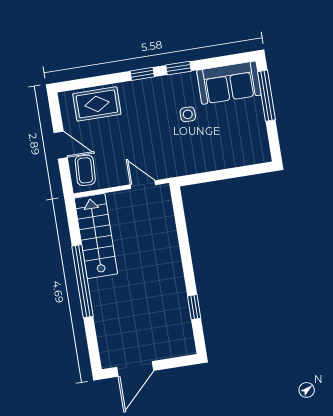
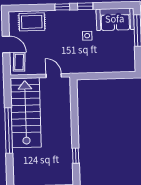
stairs: (96, 236) -> (26, 113), width x1.36, depth x1.51

